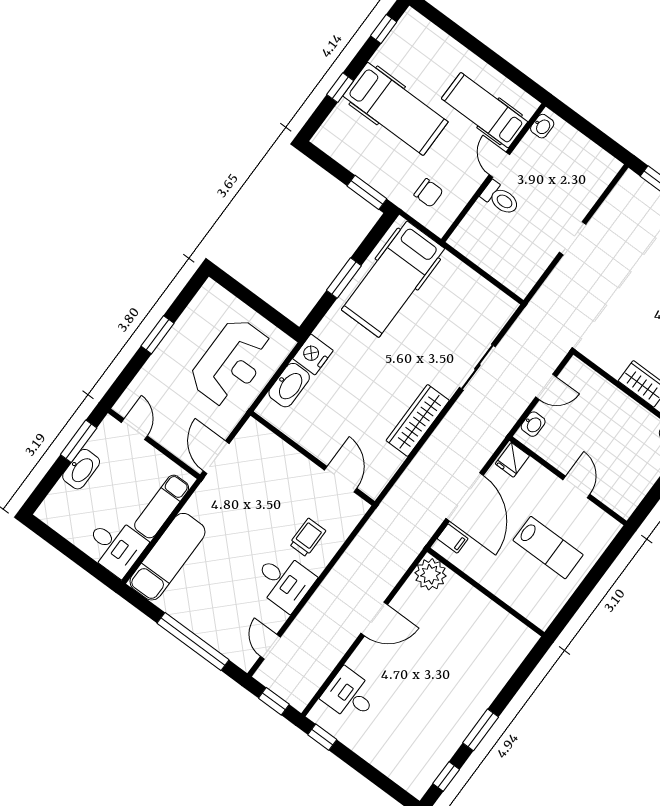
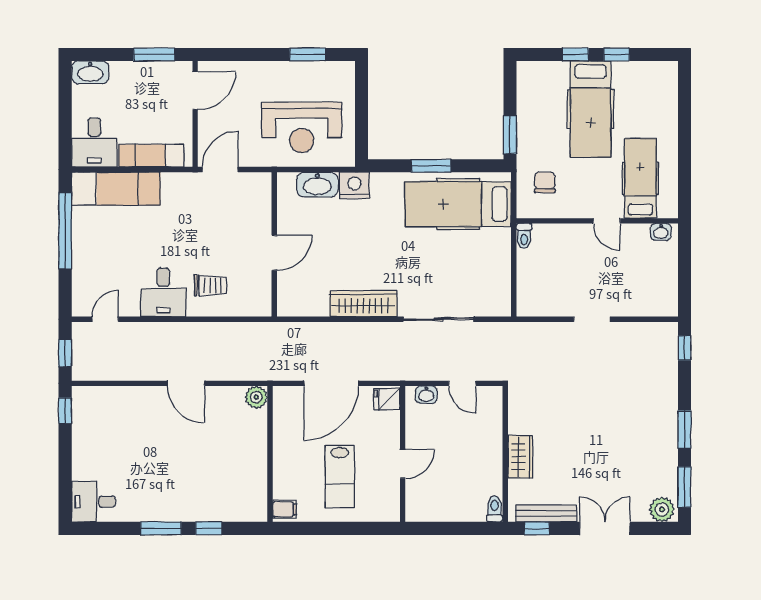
window: (384, 29) -> (617, 54), moved
door: (499, 165) -> (607, 221), swing flipped
chair: (429, 193) -> (545, 182), turned 180
toilet: (500, 198) -> (524, 236), moved, width x0.73, depth x0.72
window: (157, 335) -> (308, 54), moved
sliding door: (477, 367) -> (438, 319), width x1.37
door: (134, 429) -> (195, 91), width x1.38
washbasin: (81, 469) -> (90, 72), moved
door: (341, 479) -> (274, 253), moved
filing cabinet: (453, 539) -> (285, 509), moved, turned -90
plant: (430, 574) -> (256, 397), width x0.73, depth x0.73
window: (193, 642) -> (65, 231), moved
desk: (350, 695) -> (93, 502), moved, turned -90
window: (446, 776) -> (209, 528), moved

